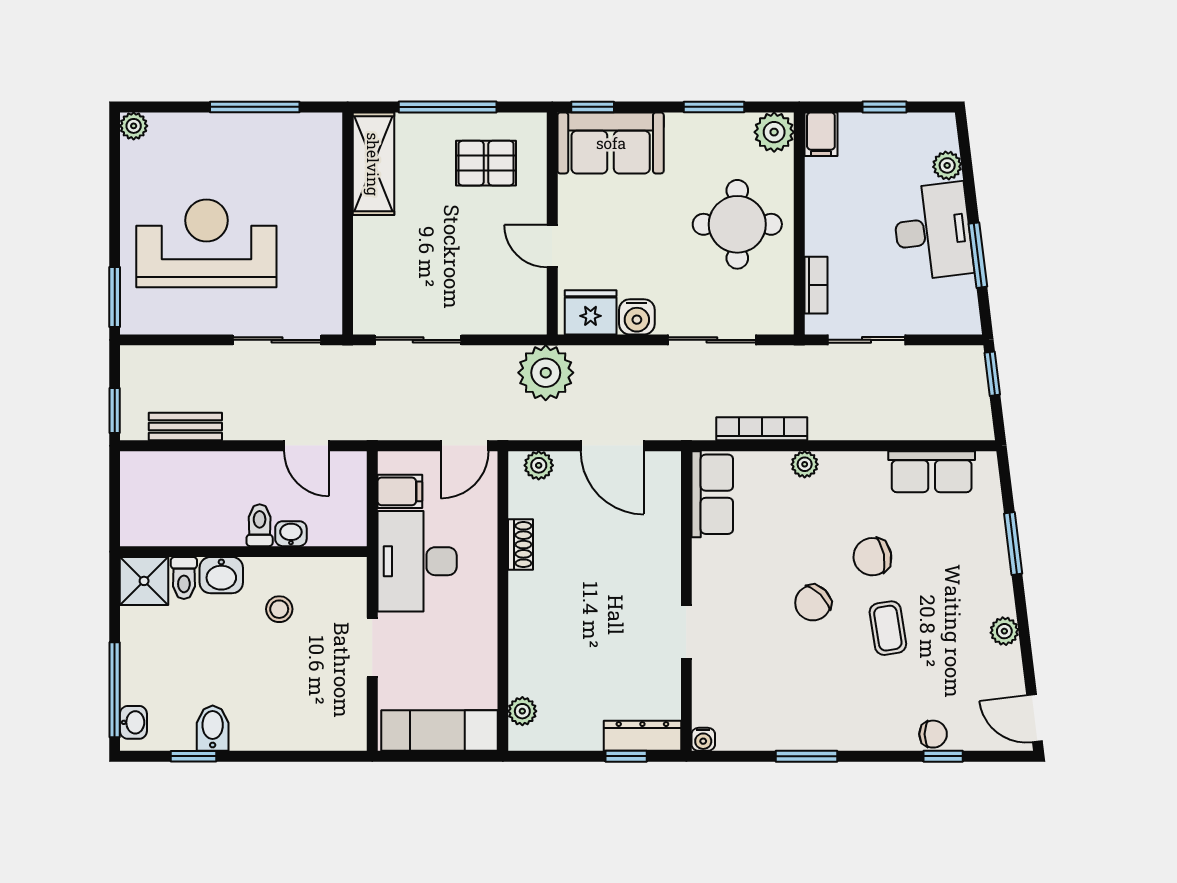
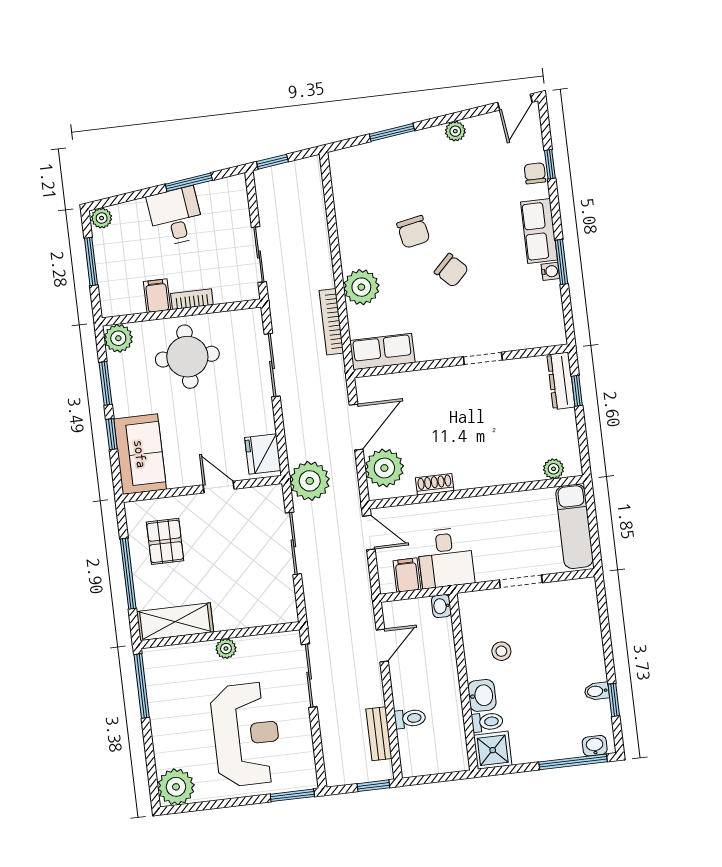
window: (255, 107) -> (142, 686), moved
window: (593, 107) -> (112, 434), moved
window: (884, 107) -> (91, 261), width x1.50
plant: (134, 126) -> (176, 787), width x1.88, depth x1.88
filing cabinet: (821, 134) -> (157, 296), moved, turned -90
plant: (947, 165) -> (102, 218), moved
plant: (328, 230) -> (226, 649), added
desk: (933, 231) -> (176, 216), width x0.73
reception desk: (206, 243) -> (246, 734), turned 180
door: (552, 246) -> (219, 487), swing flipped
bookcase: (816, 285) -> (192, 299), moved
water cooler: (637, 317) -> (262, 421), removed
sliding door: (418, 340) -> (293, 543), moved
plant: (805, 464) -> (361, 287), width x1.87, depth x1.87
plant: (539, 465) -> (384, 468), width x1.88, depth x1.88
row of seats: (932, 472) -> (539, 231), moved, turned 180
toilet: (260, 525) -> (410, 718), moved, turned 180
washbasin: (291, 534) -> (441, 606), moved
desk: (417, 561) -> (446, 558), width x0.73
coffee table: (888, 628) -> (463, 215), removed
bidet: (213, 728) -> (597, 691), width x0.72, depth x0.74
water cooler: (703, 739) -> (550, 271), moved

